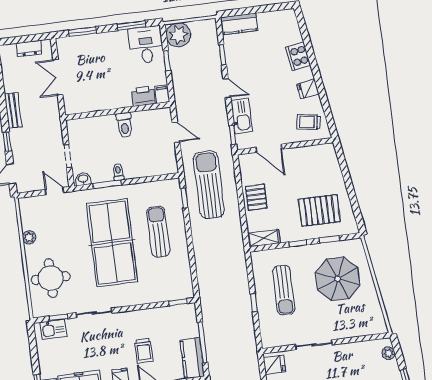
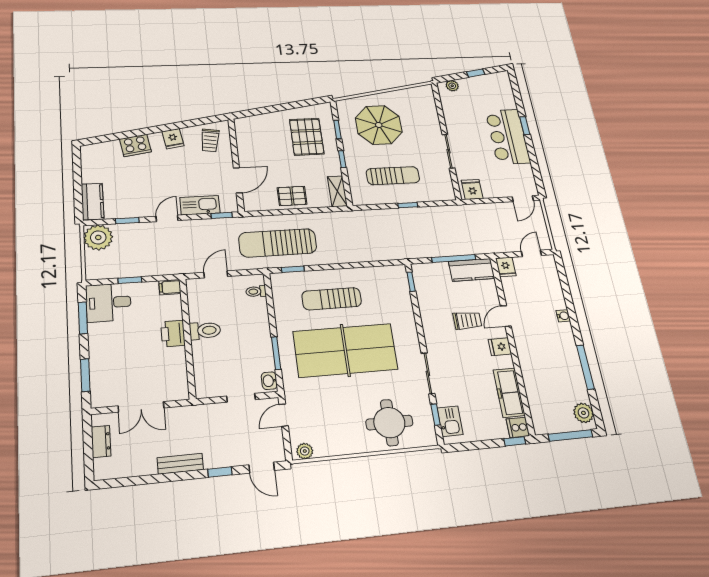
plant: (178, 35) -> (98, 237), moved
printer: (143, 96) -> (173, 334), moved
toilet: (118, 172) -> (256, 291), moved
plant: (29, 237) -> (305, 451), moved

